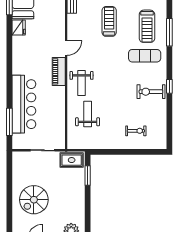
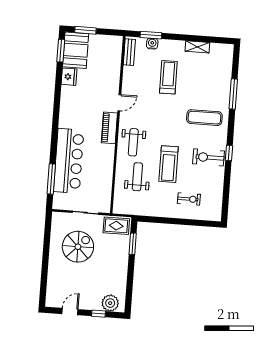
treadmill: (147, 26) -> (169, 164), moved
spiral stairs: (34, 200) -> (78, 247), moved, turned 180

